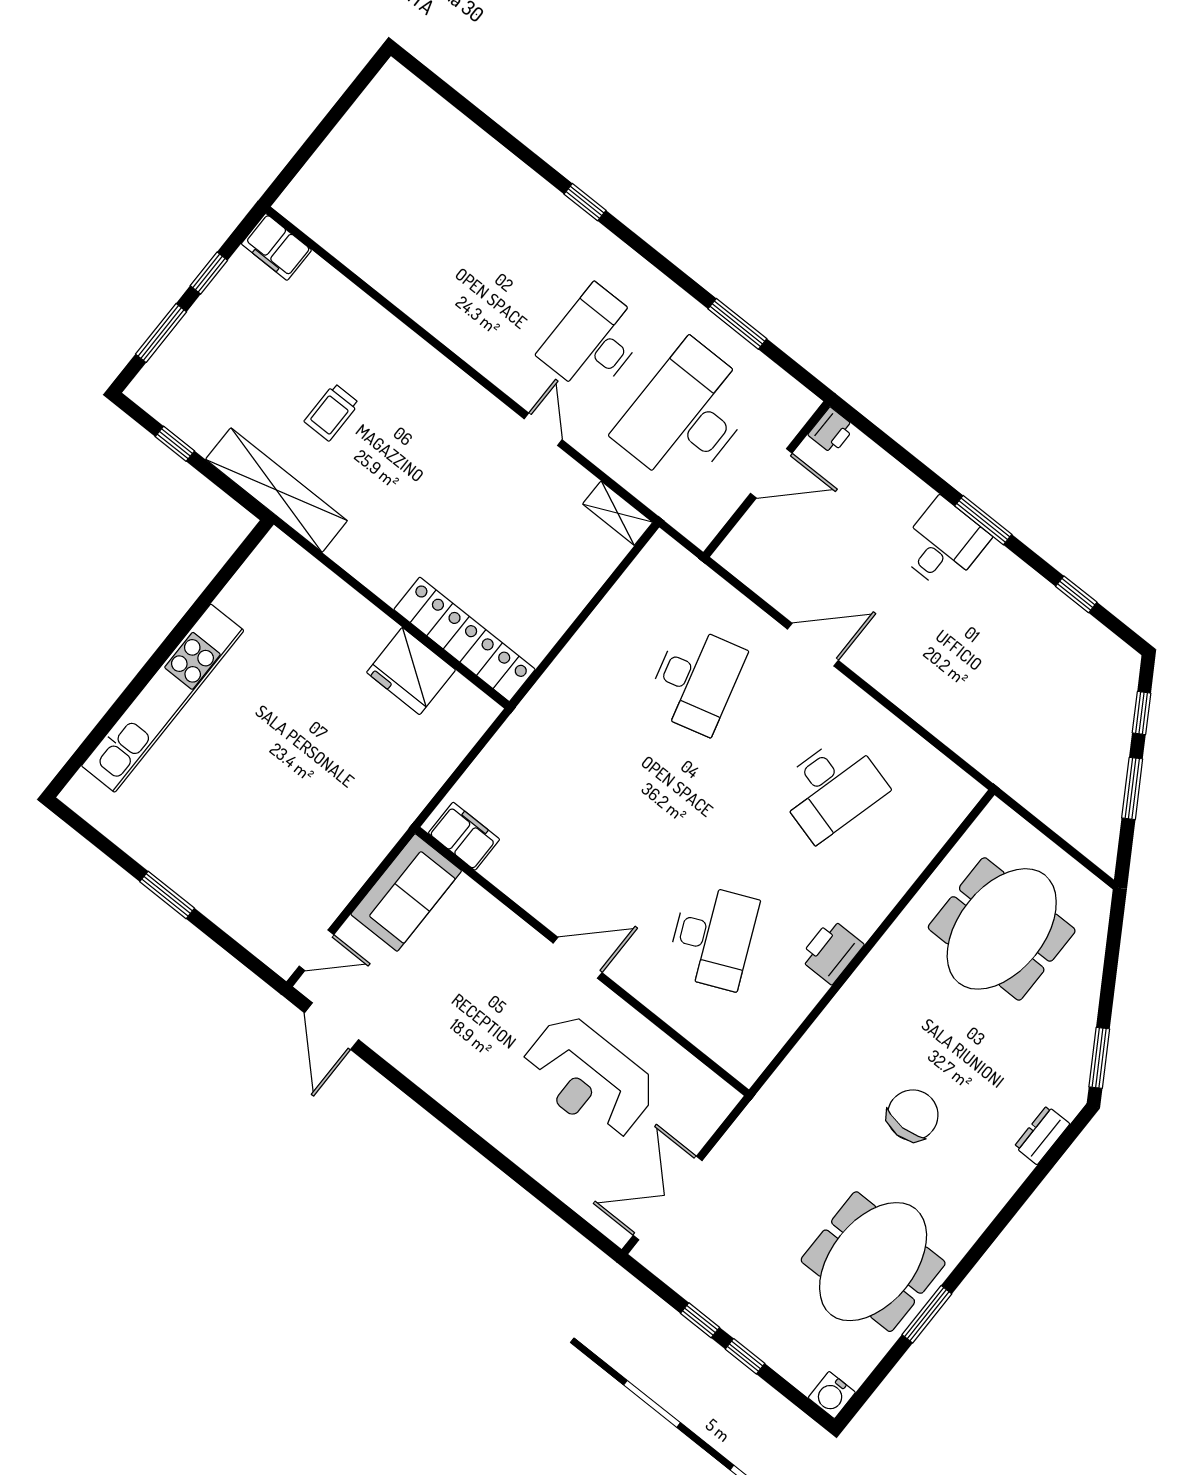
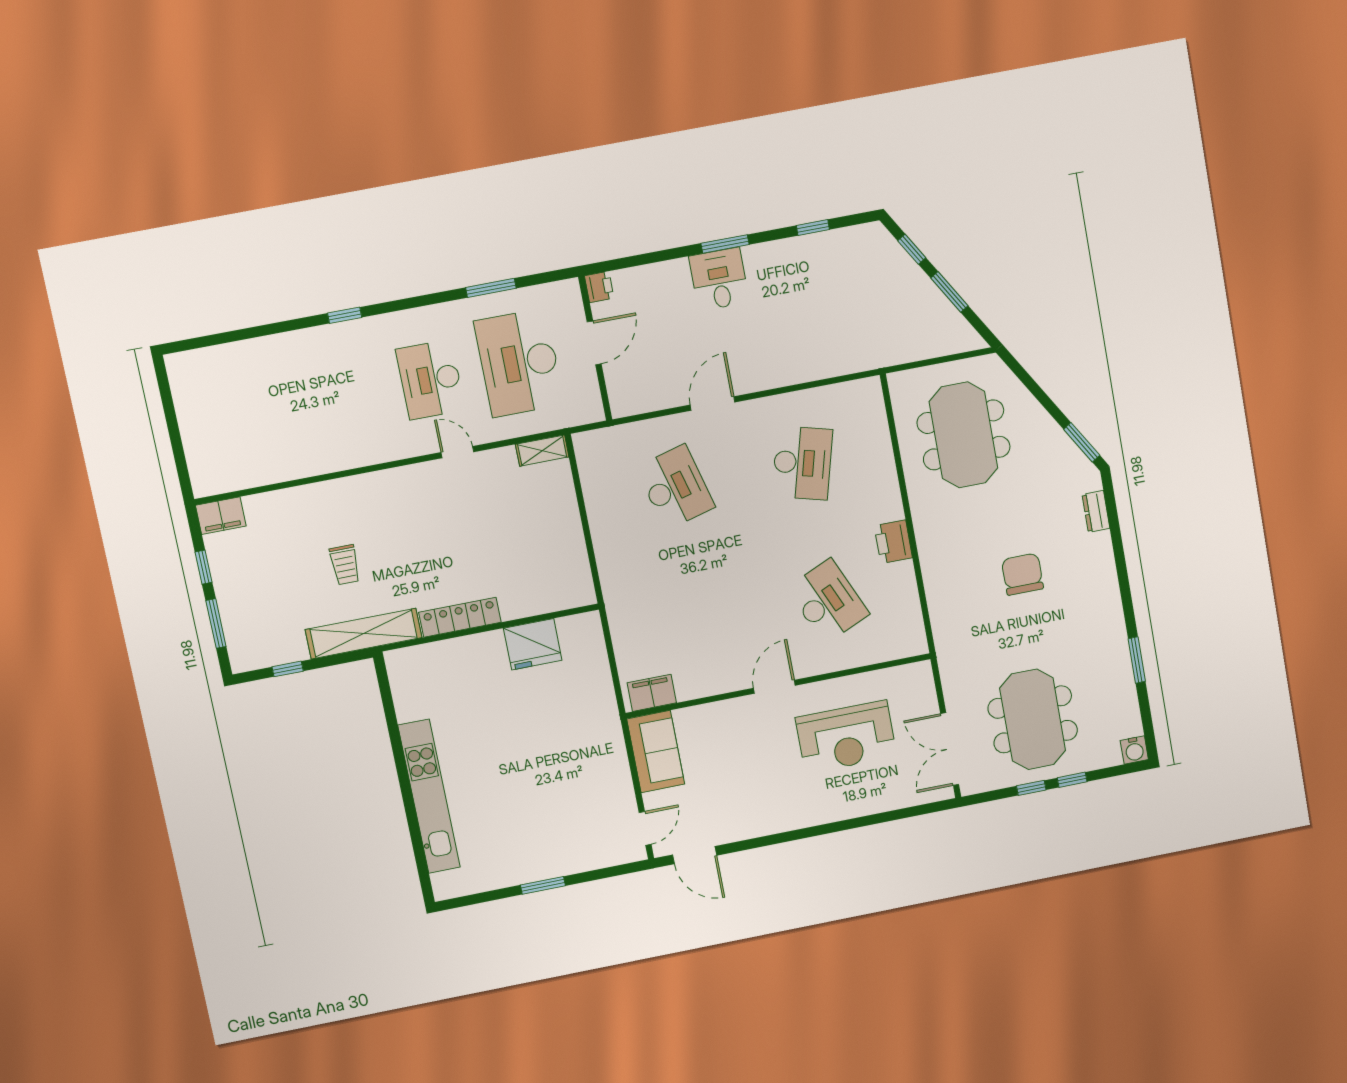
locker: (465, 639) -> (460, 617), moved, width x0.71, depth x0.83
meeting table: (873, 1262) -> (1033, 719), moved

